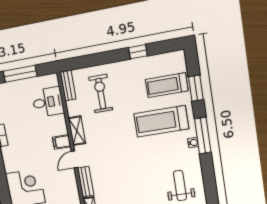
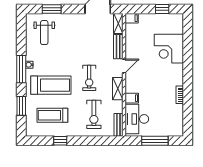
treadmill: (167, 85) -> (52, 115), moved, turned 180
desk: (48, 102) -> (137, 119), width x1.37
exercise bike: (114, 138) -> (89, 78), added
filing cabinet: (62, 142) -> (132, 98), moved

